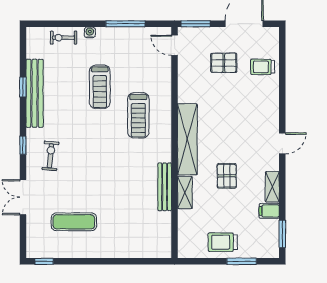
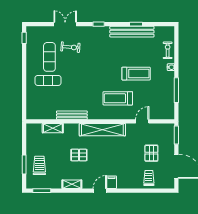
door: (174, 45) -> (142, 121), moved
treadmill: (100, 87) -> (136, 74), turned 180
door: (282, 143) -> (100, 191), swing flipped
exercise bike: (50, 156) -> (70, 47), moved
shelving: (185, 193) -> (53, 128), moved
filing cabinet: (269, 211) -> (112, 182), moved
exercise mat: (111, 224) -> (48, 80), added
trolley: (223, 242) -> (39, 165), moved

